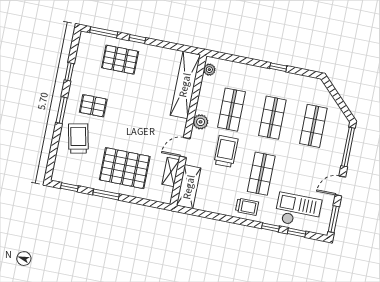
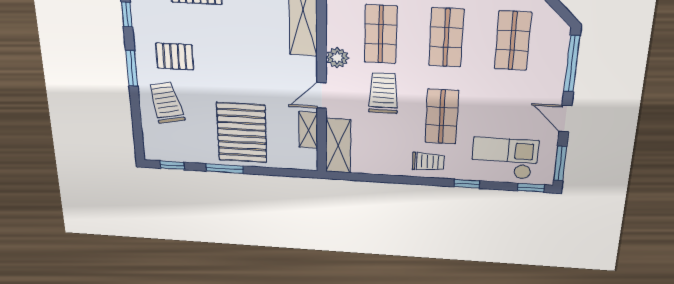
pallet: (125, 168) -> (242, 133), turned 90
door: (340, 186) -> (565, 119), hinge flipped
window: (297, 233) -> (531, 188), moved

